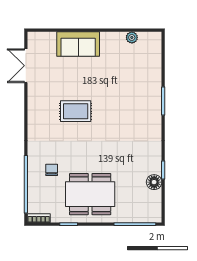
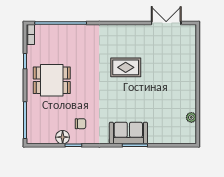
sofa: (78, 44) -> (128, 133), moved, turned 90
rug: (76, 111) -> (126, 67), turned 90
chair: (52, 170) -> (80, 124), moved
dining table: (90, 194) -> (52, 80), width x0.73

